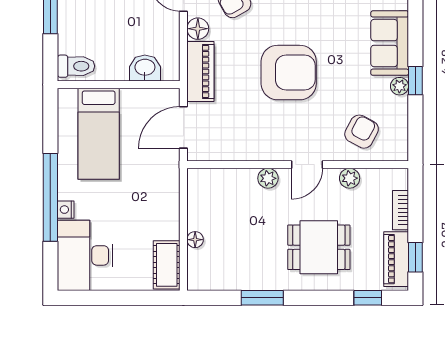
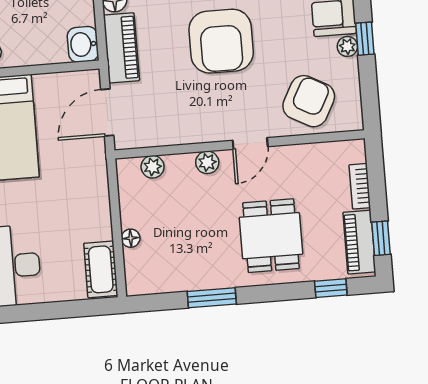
washbasin: (145, 68) -> (83, 44), moved, turned -90
armchair: (289, 73) -> (221, 41), turned 90
armchair: (362, 132) -> (309, 101), width x1.38, depth x1.38
plant: (350, 178) -> (153, 167), moved
dining table: (319, 247) -> (271, 236), turned 90

